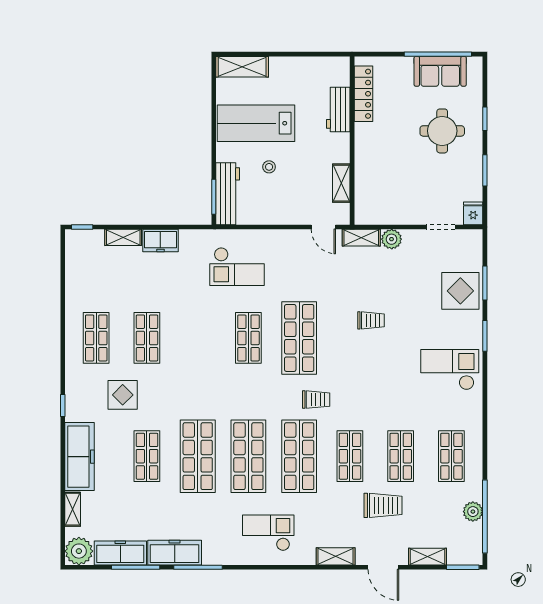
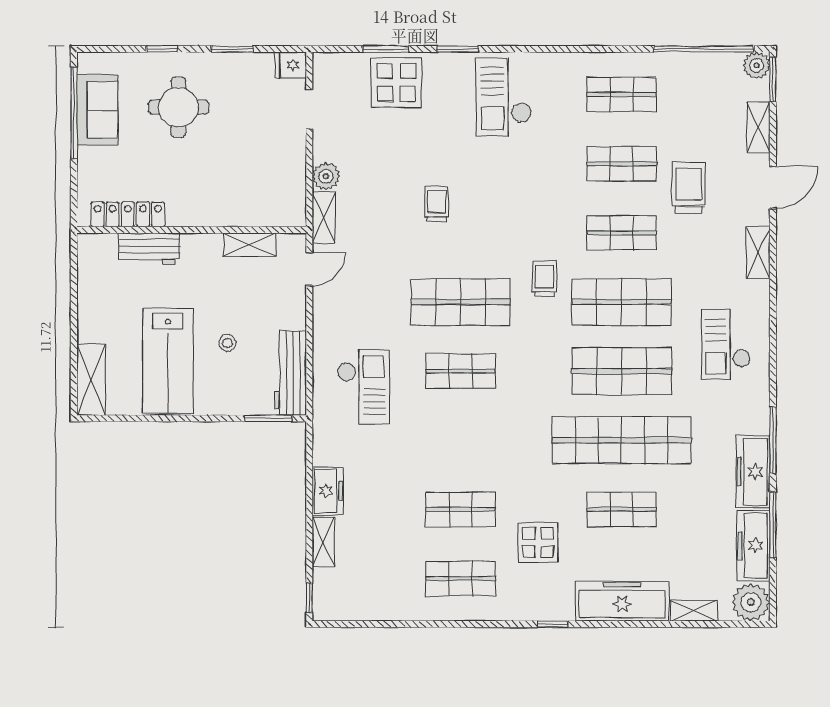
workbench: (228, 194) -> (290, 373), moved, turned -90
shop shelf: (198, 456) -> (622, 440), width x1.40
plant: (473, 512) -> (756, 65), moved

